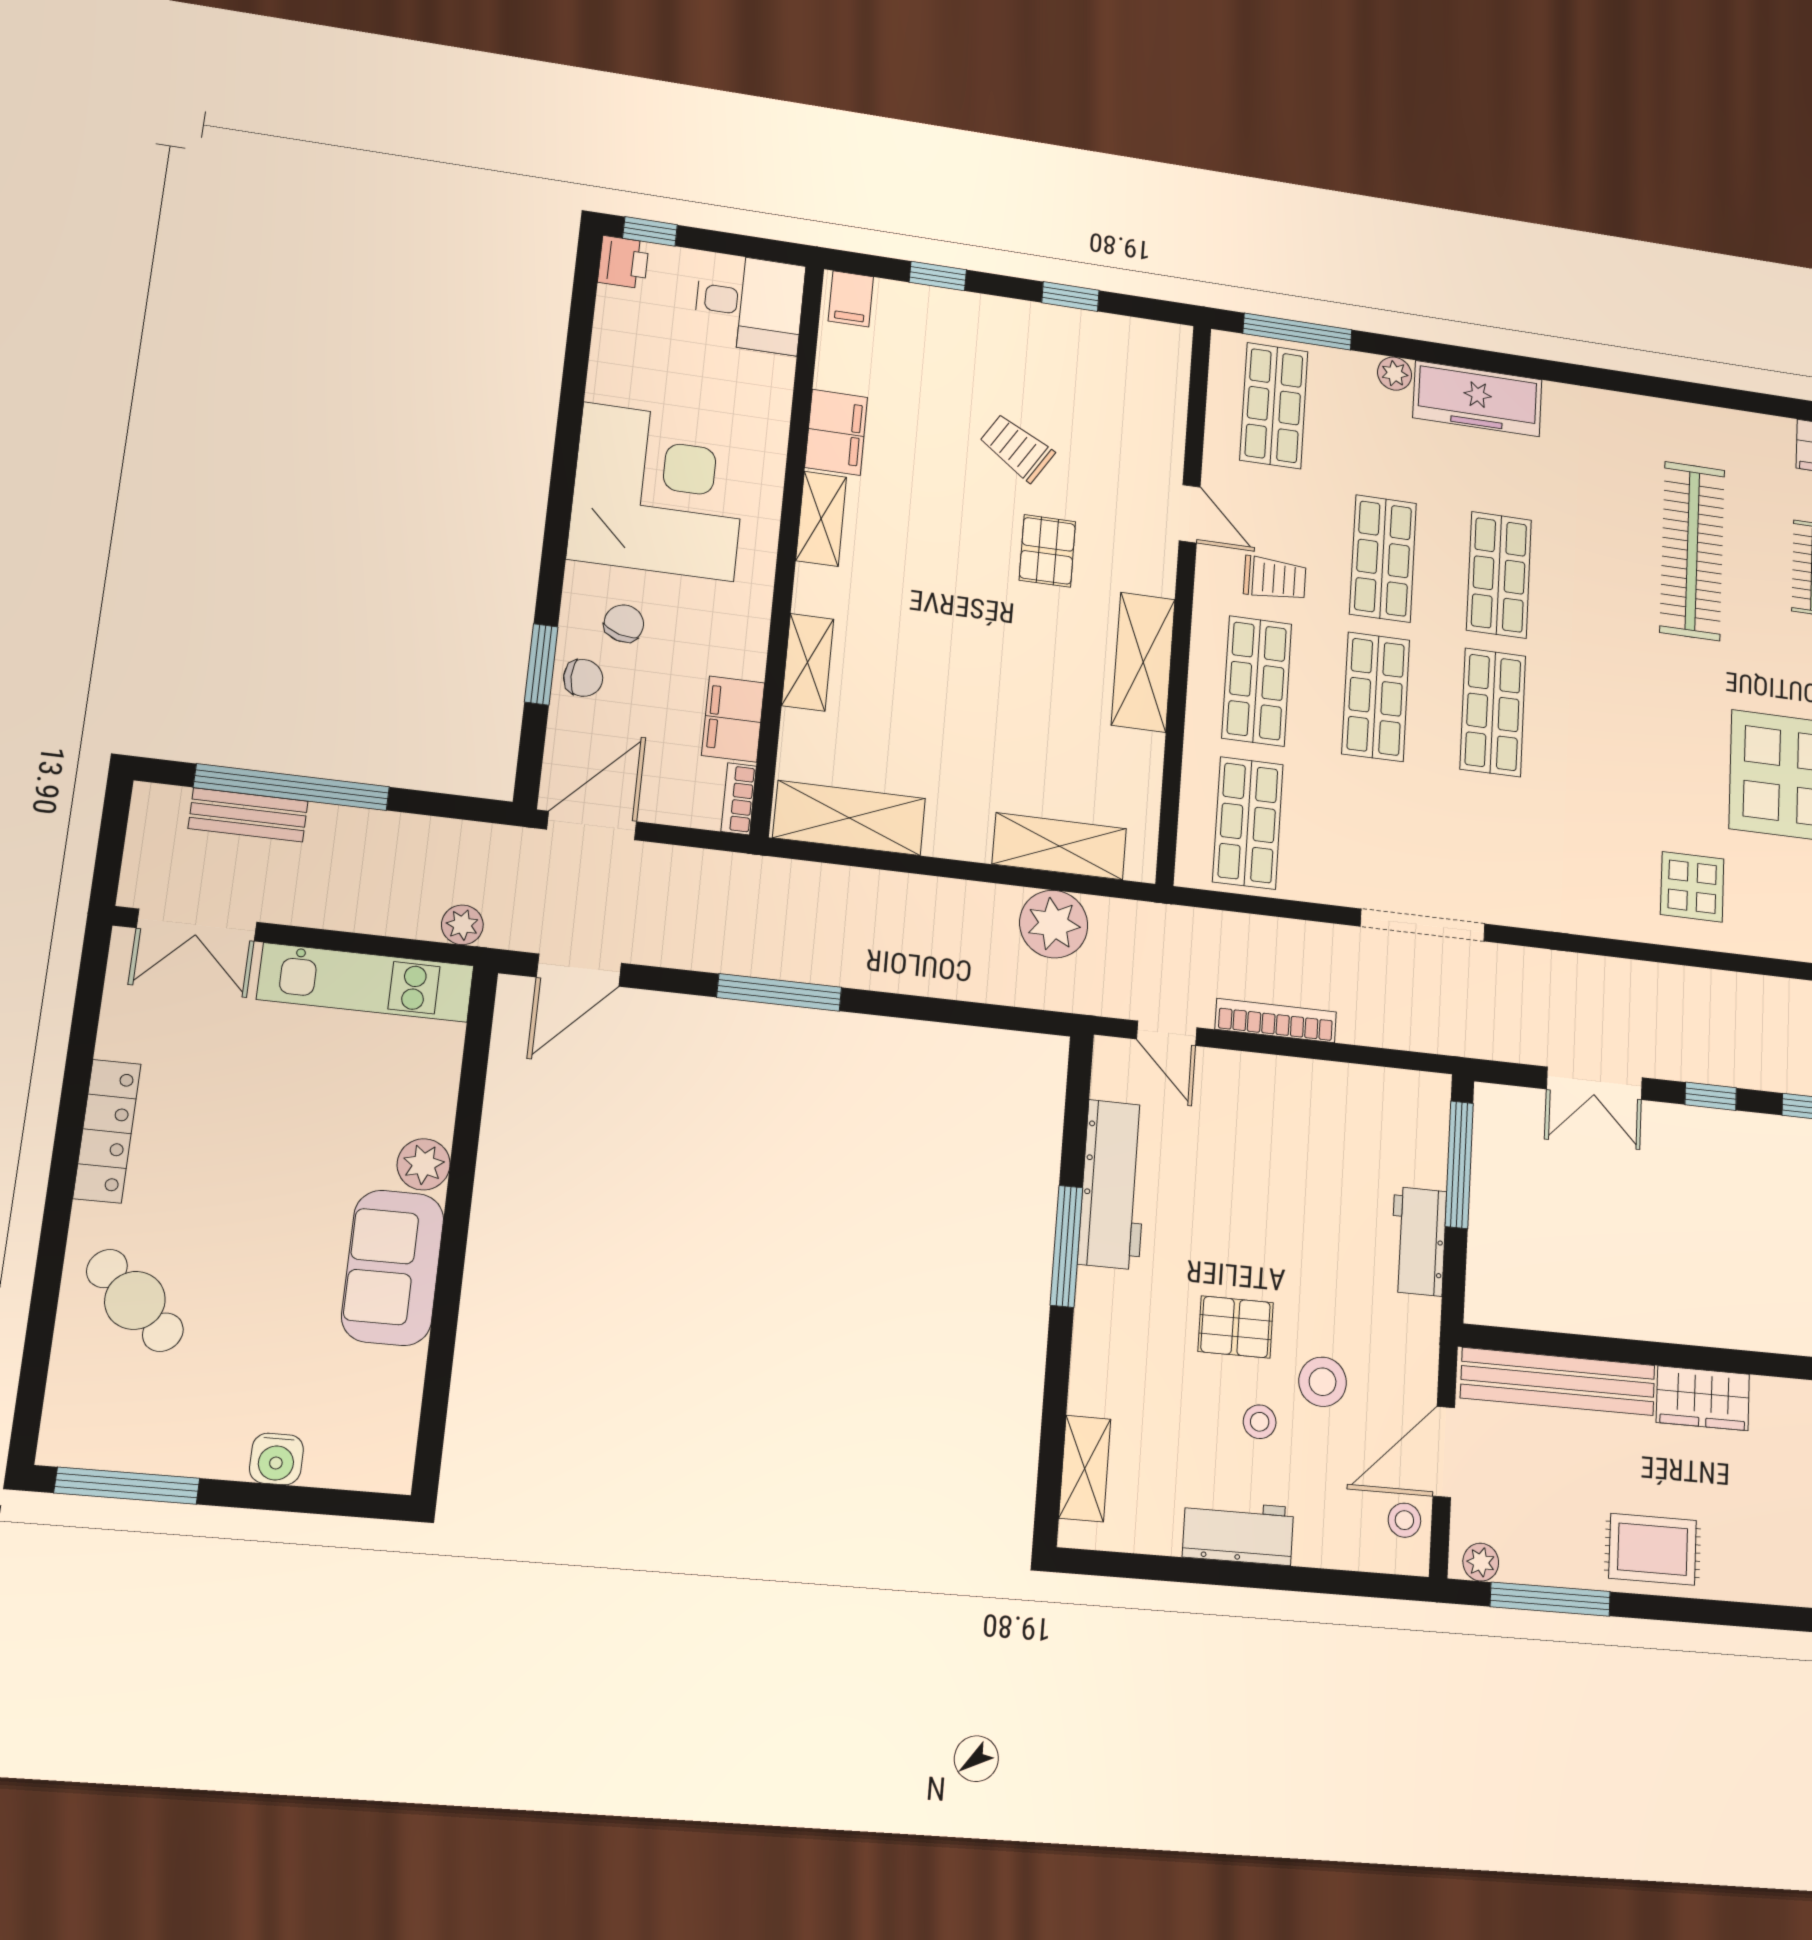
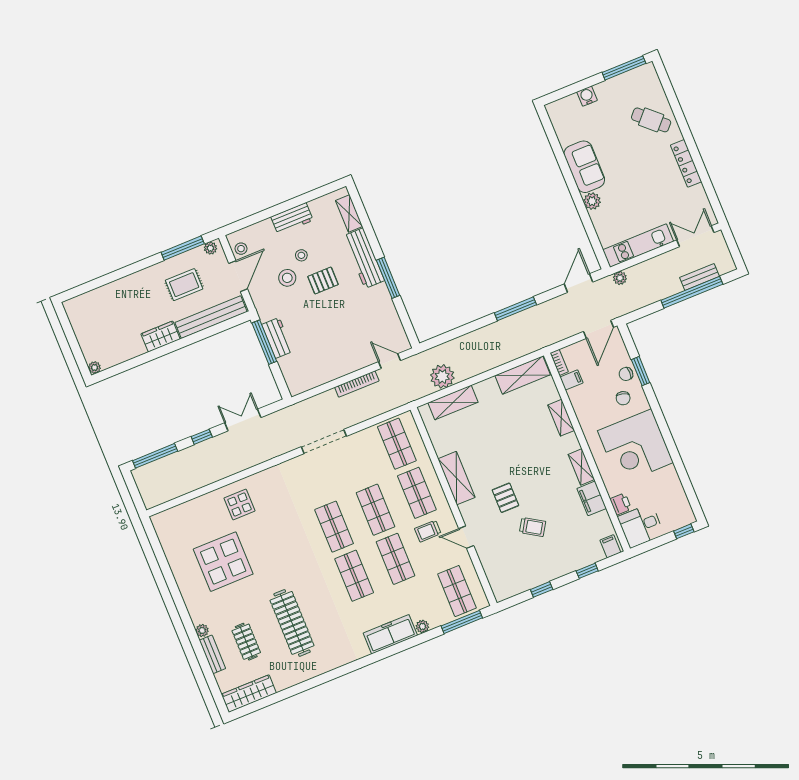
printer: (623, 262) -> (621, 504), moved, turned 180
filing cabinet: (733, 719) -> (571, 380), width x0.50
window: (1459, 1165) -> (264, 342), moved
workbench: (1113, 1185) -> (364, 258), moved
rug: (1653, 1549) -> (184, 285), moved

